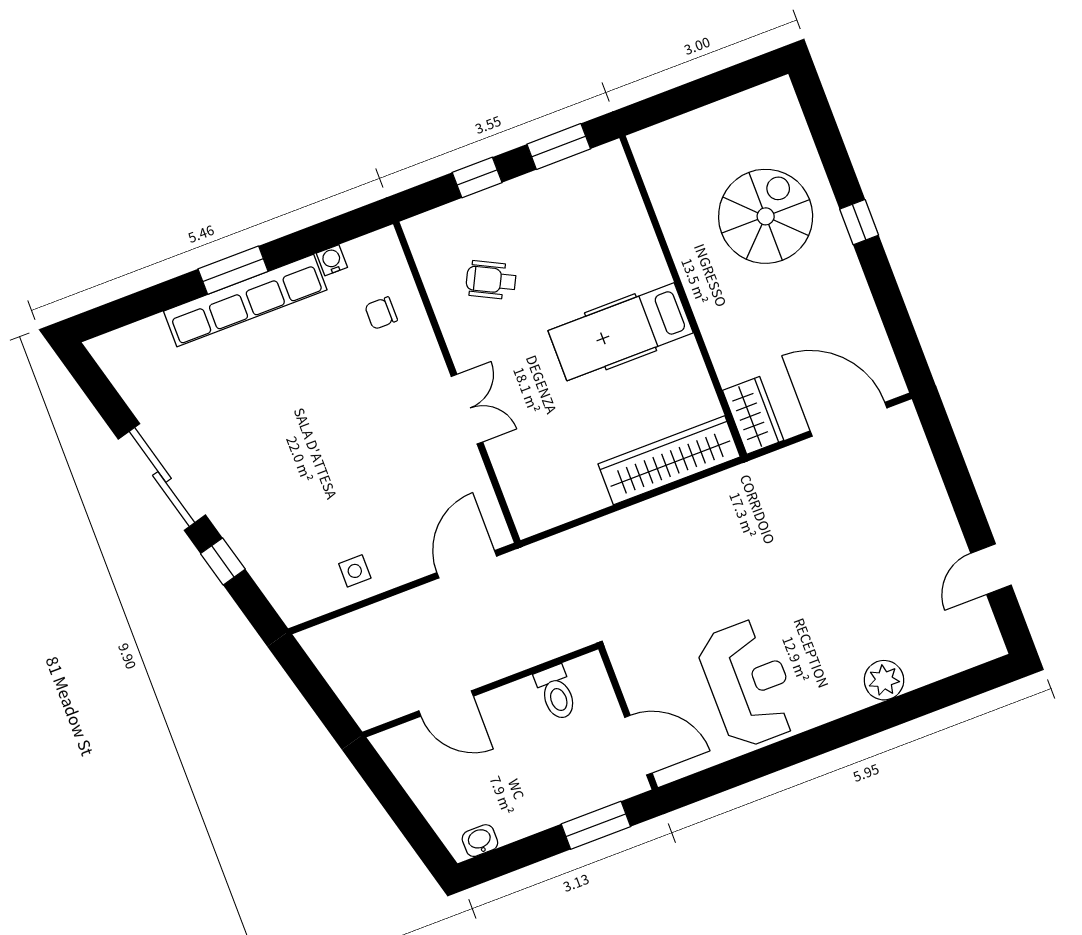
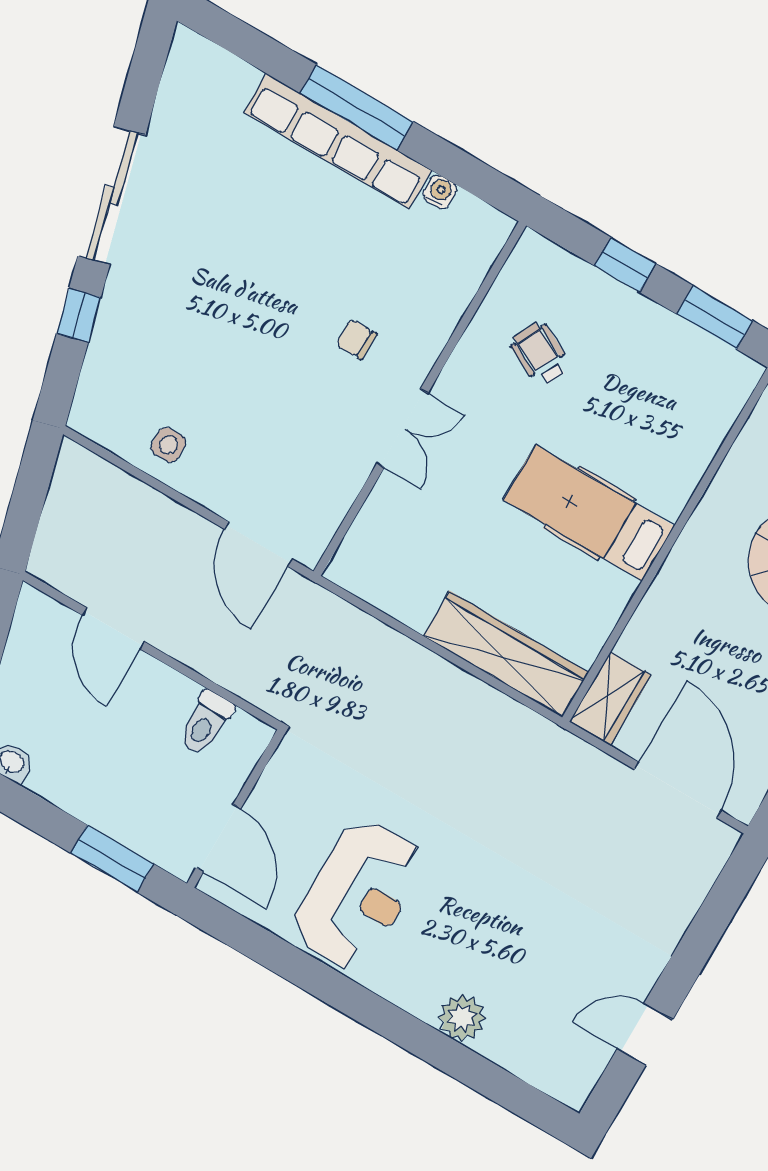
window: (233, 270) -> (357, 107), width x1.44
chair: (381, 313) -> (356, 339), moved
door: (467, 564) -> (258, 544), swing flipped

